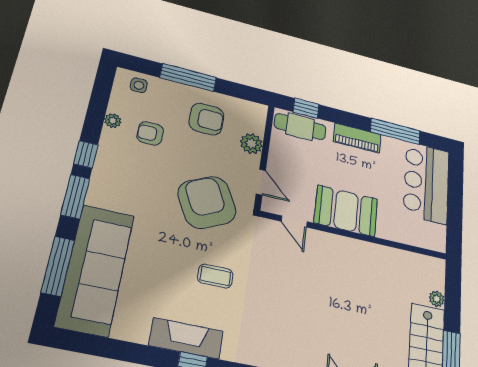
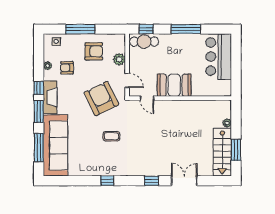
window: (395, 131) -> (186, 29), moved
piano: (357, 138) -> (177, 40), removed
fireplace: (186, 338) -> (50, 97), moved, turned 90

